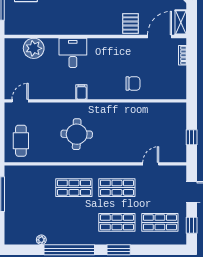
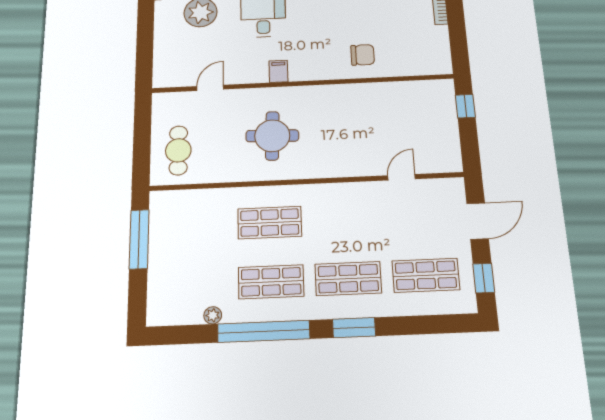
door: (20, 101) -> (210, 88), moved
window: (192, 137) -> (465, 106), moved
shop shelf: (117, 188) -> (271, 282), moved

